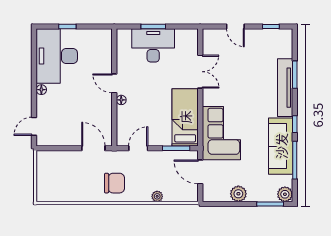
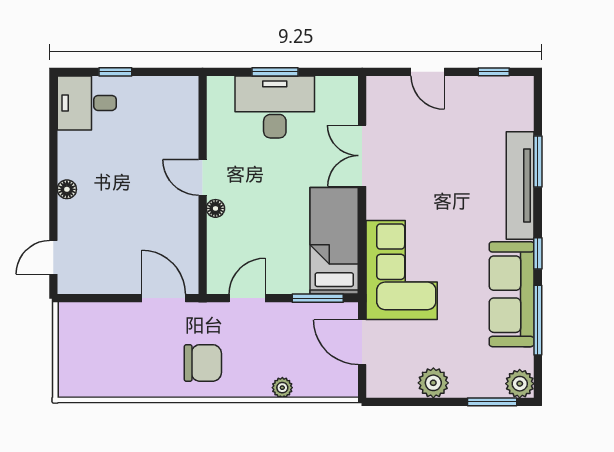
desk: (57, 56) -> (87, 103), width x0.53, depth x0.77
double door: (200, 72) -> (362, 156), swing flipped

